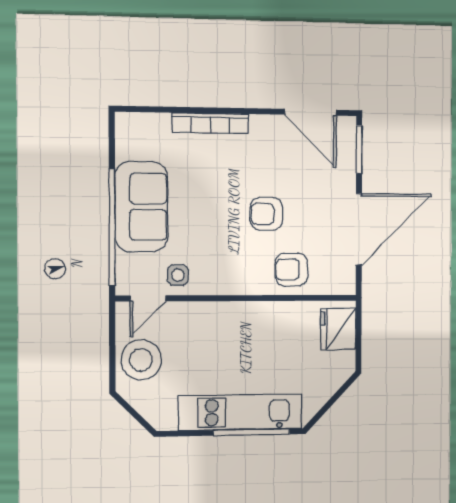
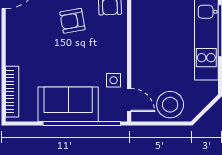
bookcase: (210, 123) -> (12, 92), moved
armchair: (266, 214) -> (72, 21), turned 80

